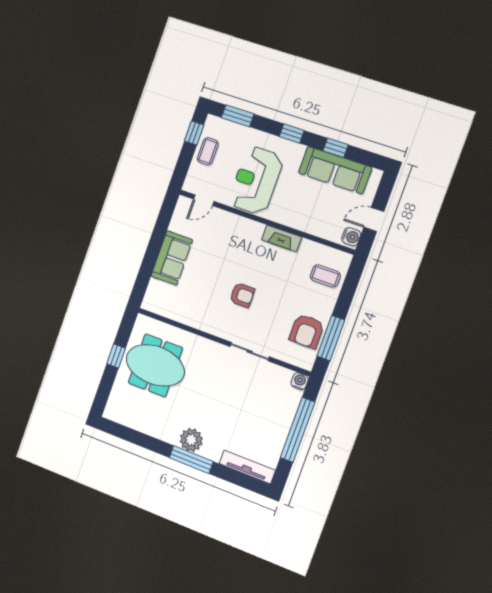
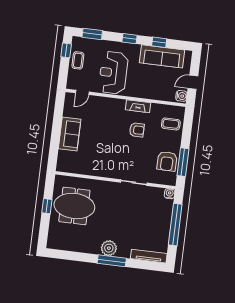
armchair: (242, 295) -> (137, 130), moved

